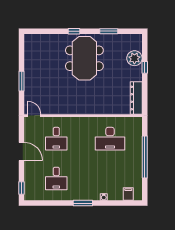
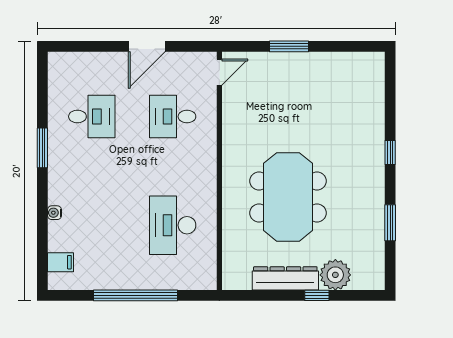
meeting table: (84, 58) -> (288, 197), moved, turned 90
dresser: (136, 98) -> (285, 278), moved
desk: (56, 179) -> (92, 117), turned 180
window: (22, 188) -> (73, 46), removed
window: (83, 203) -> (42, 148), moved

